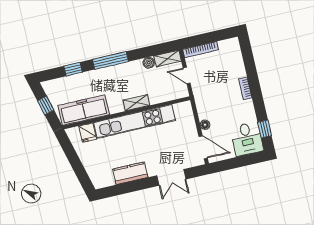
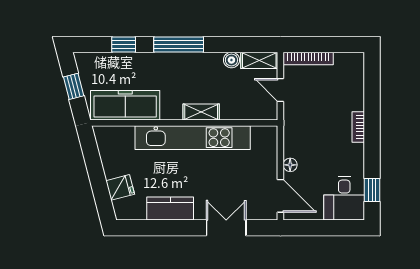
fridge: (88, 133) -> (120, 187), moved, turned -105
double door: (171, 177) -> (226, 228), swing flipped

